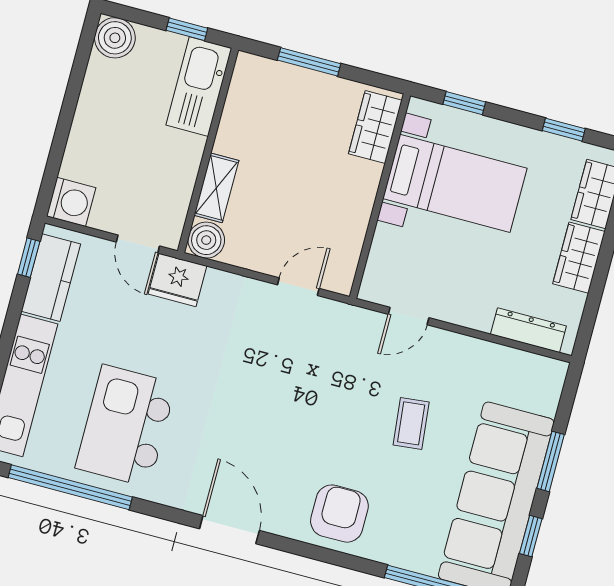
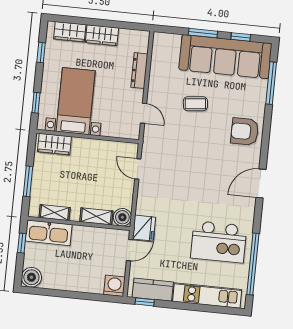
shelving: (238, 105) -> (55, 213), added
dresser: (528, 330) -> (139, 71), moved

